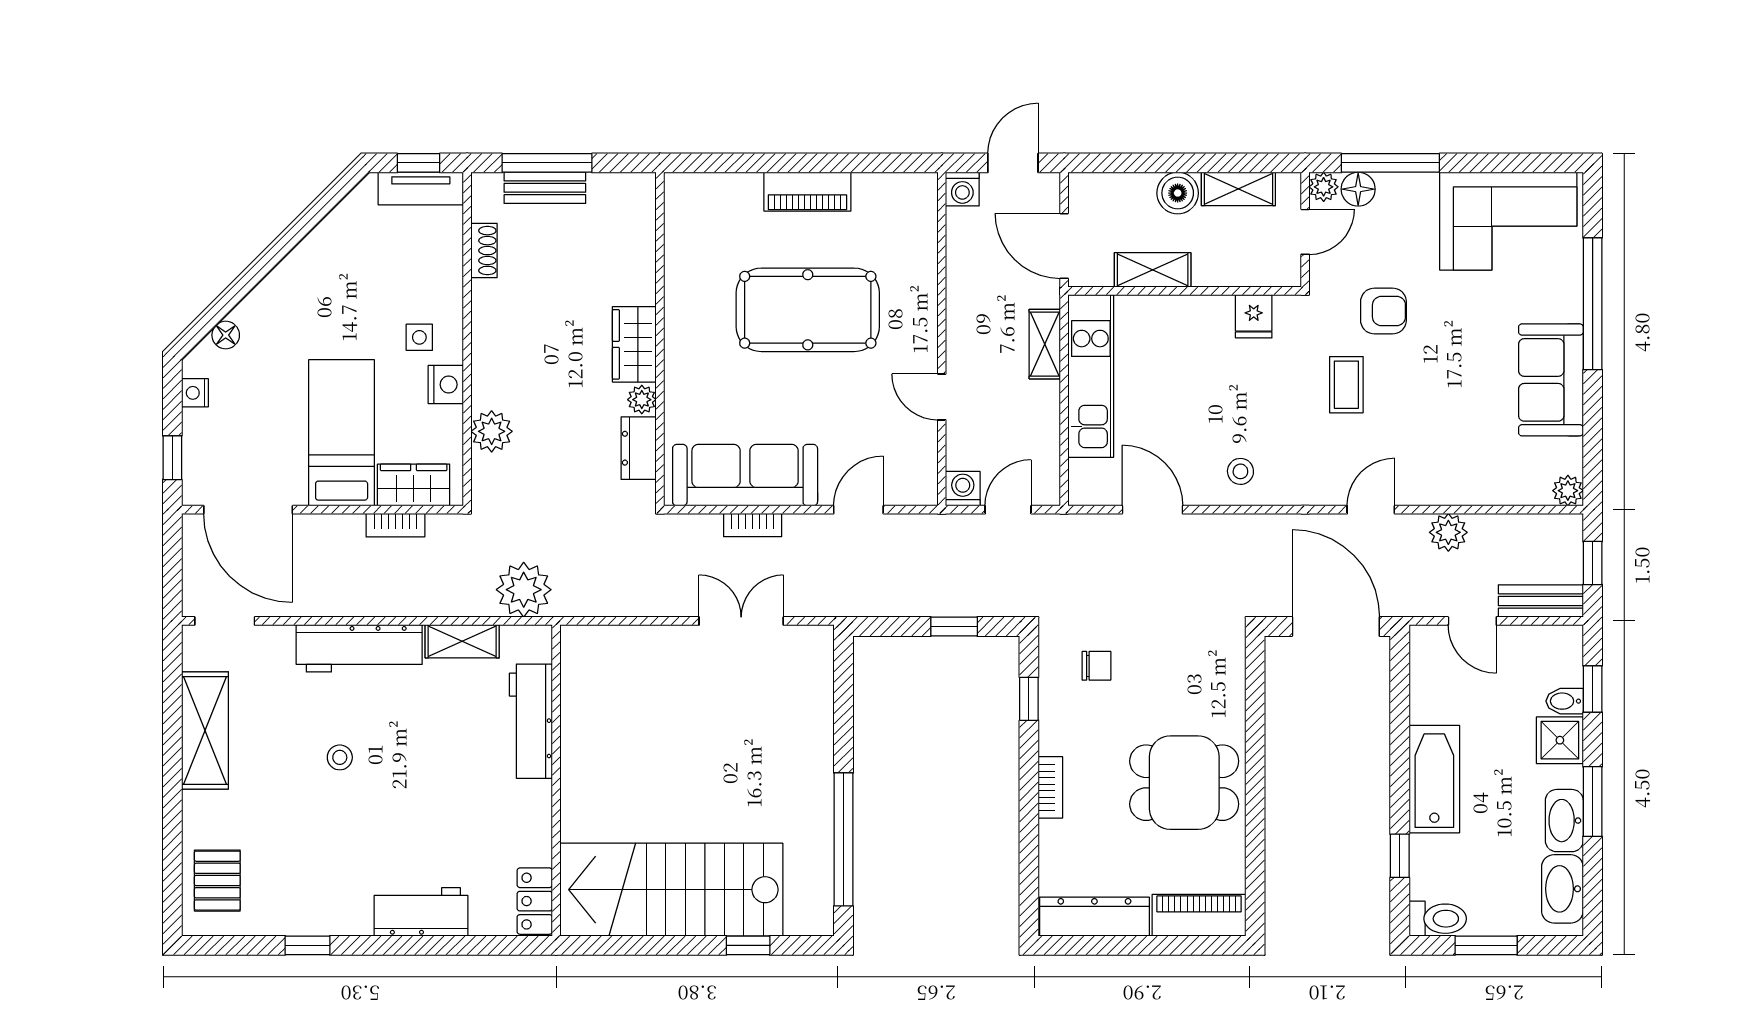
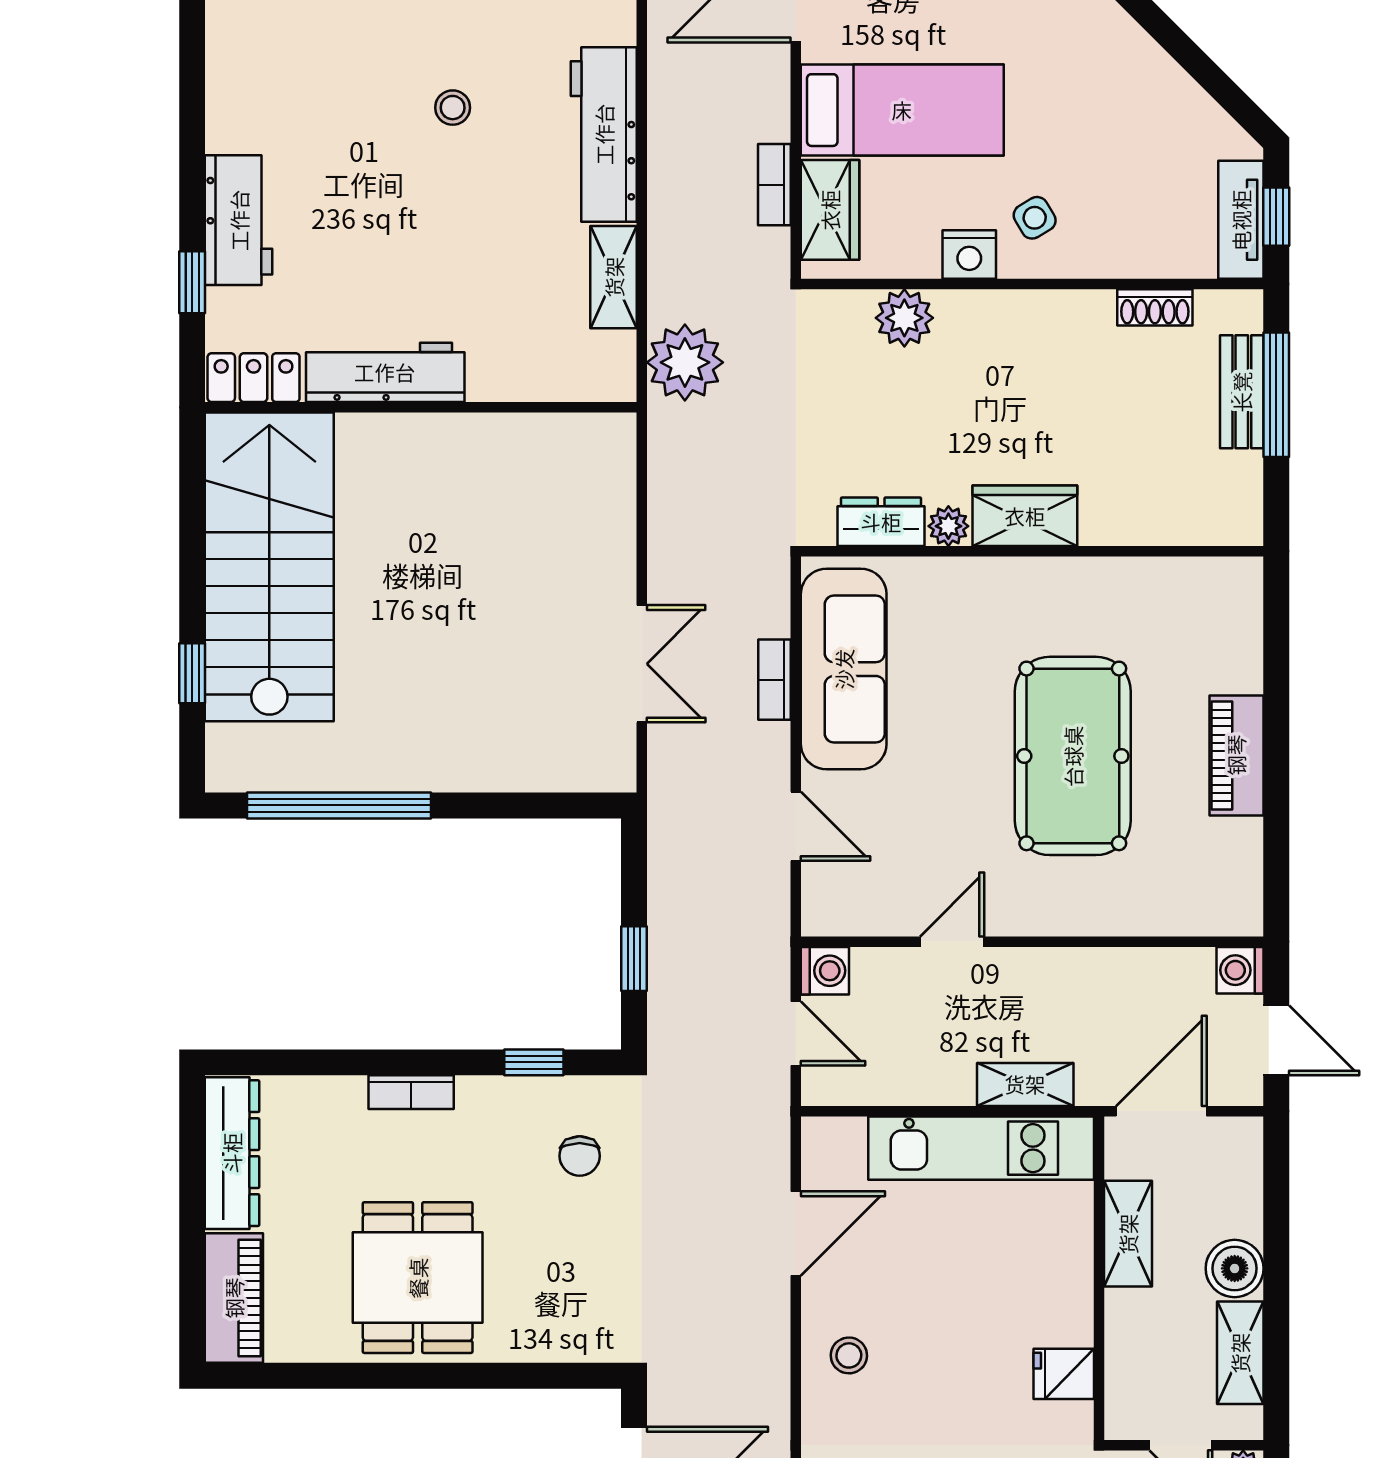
side table: (419, 337) -> (1035, 218), turned -31
workbench: (531, 721) -> (385, 372), moved
window: (307, 945) -> (192, 282), moved

